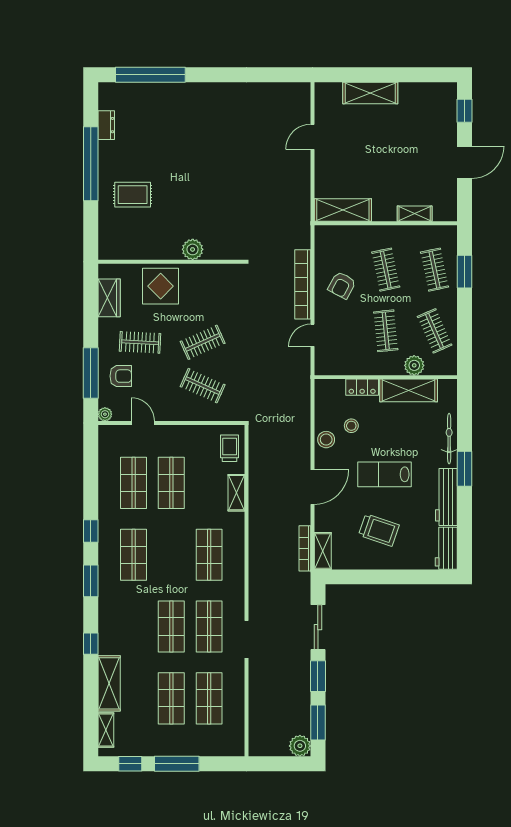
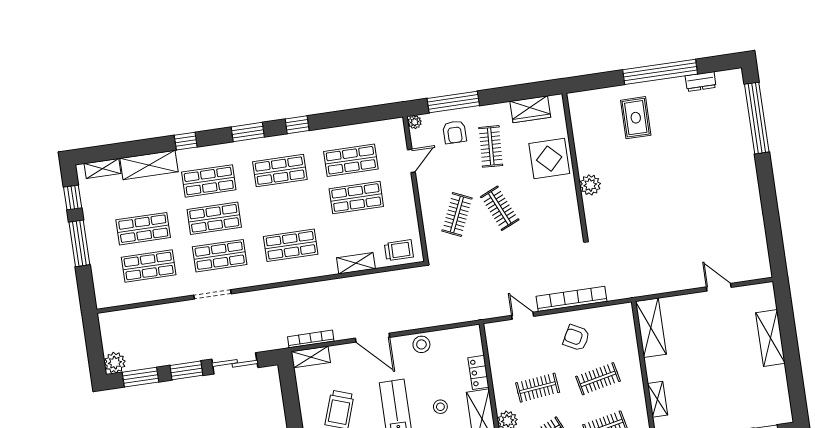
stool: (351, 426) -> (440, 407), moved
shop shelf: (134, 627) -> (209, 181), added

